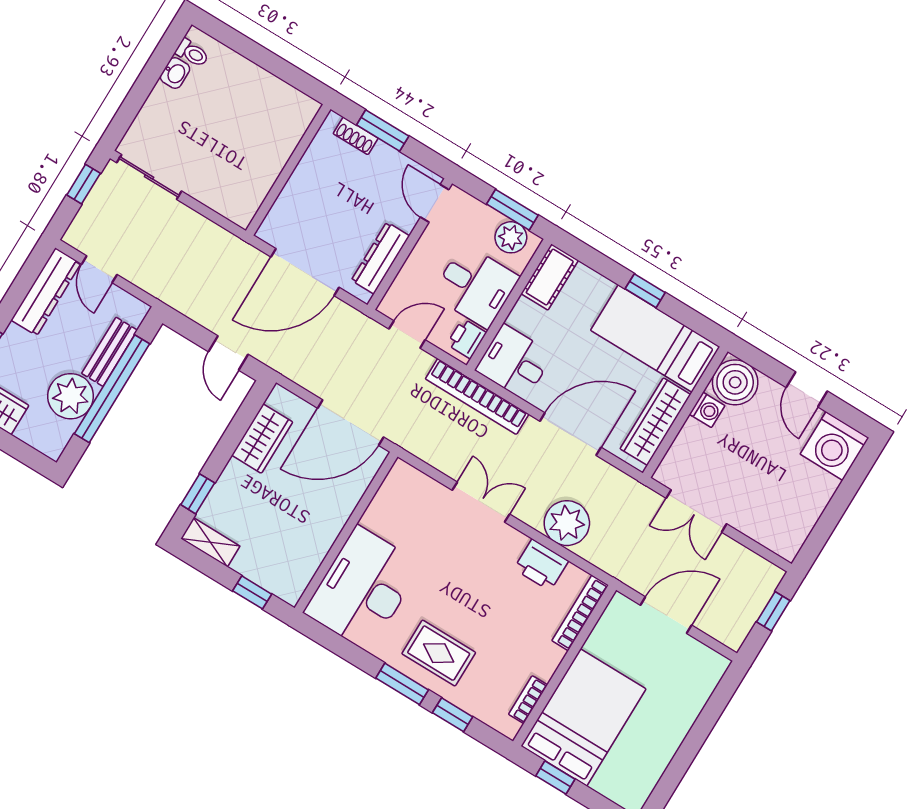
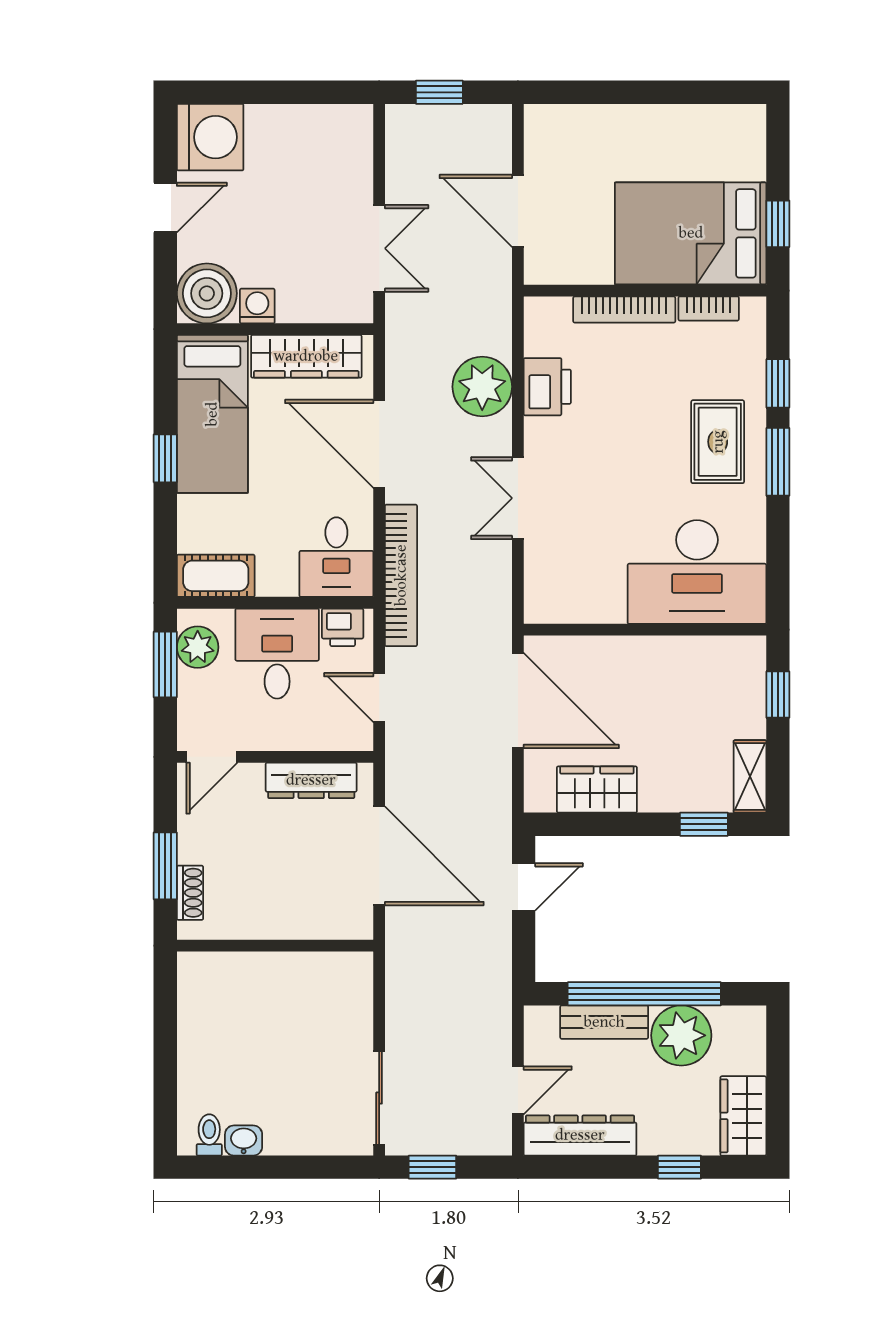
bookcase: (580, 613) -> (624, 310), moved

